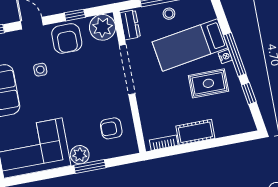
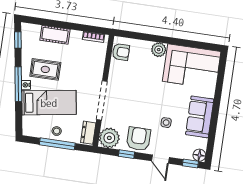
window: (249, 93) -> (18, 40), moved
armchair: (111, 128) -> (121, 52), moved
cot: (195, 132) -> (55, 35), moved
window: (90, 166) -> (154, 38), removed

